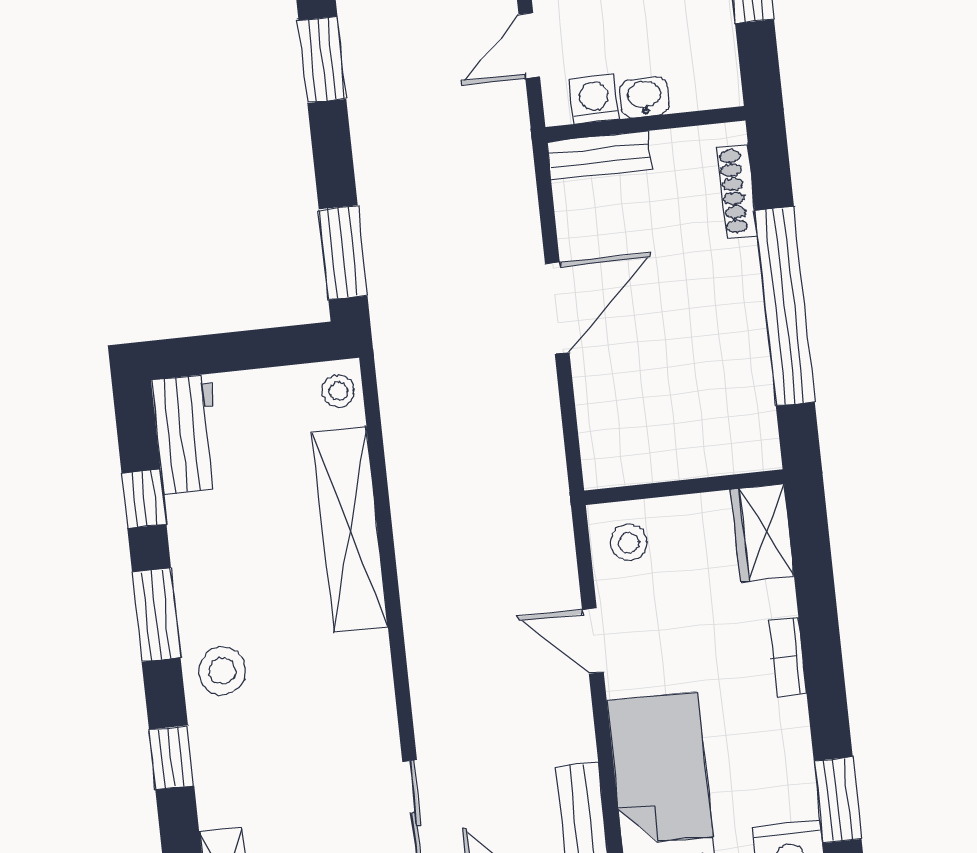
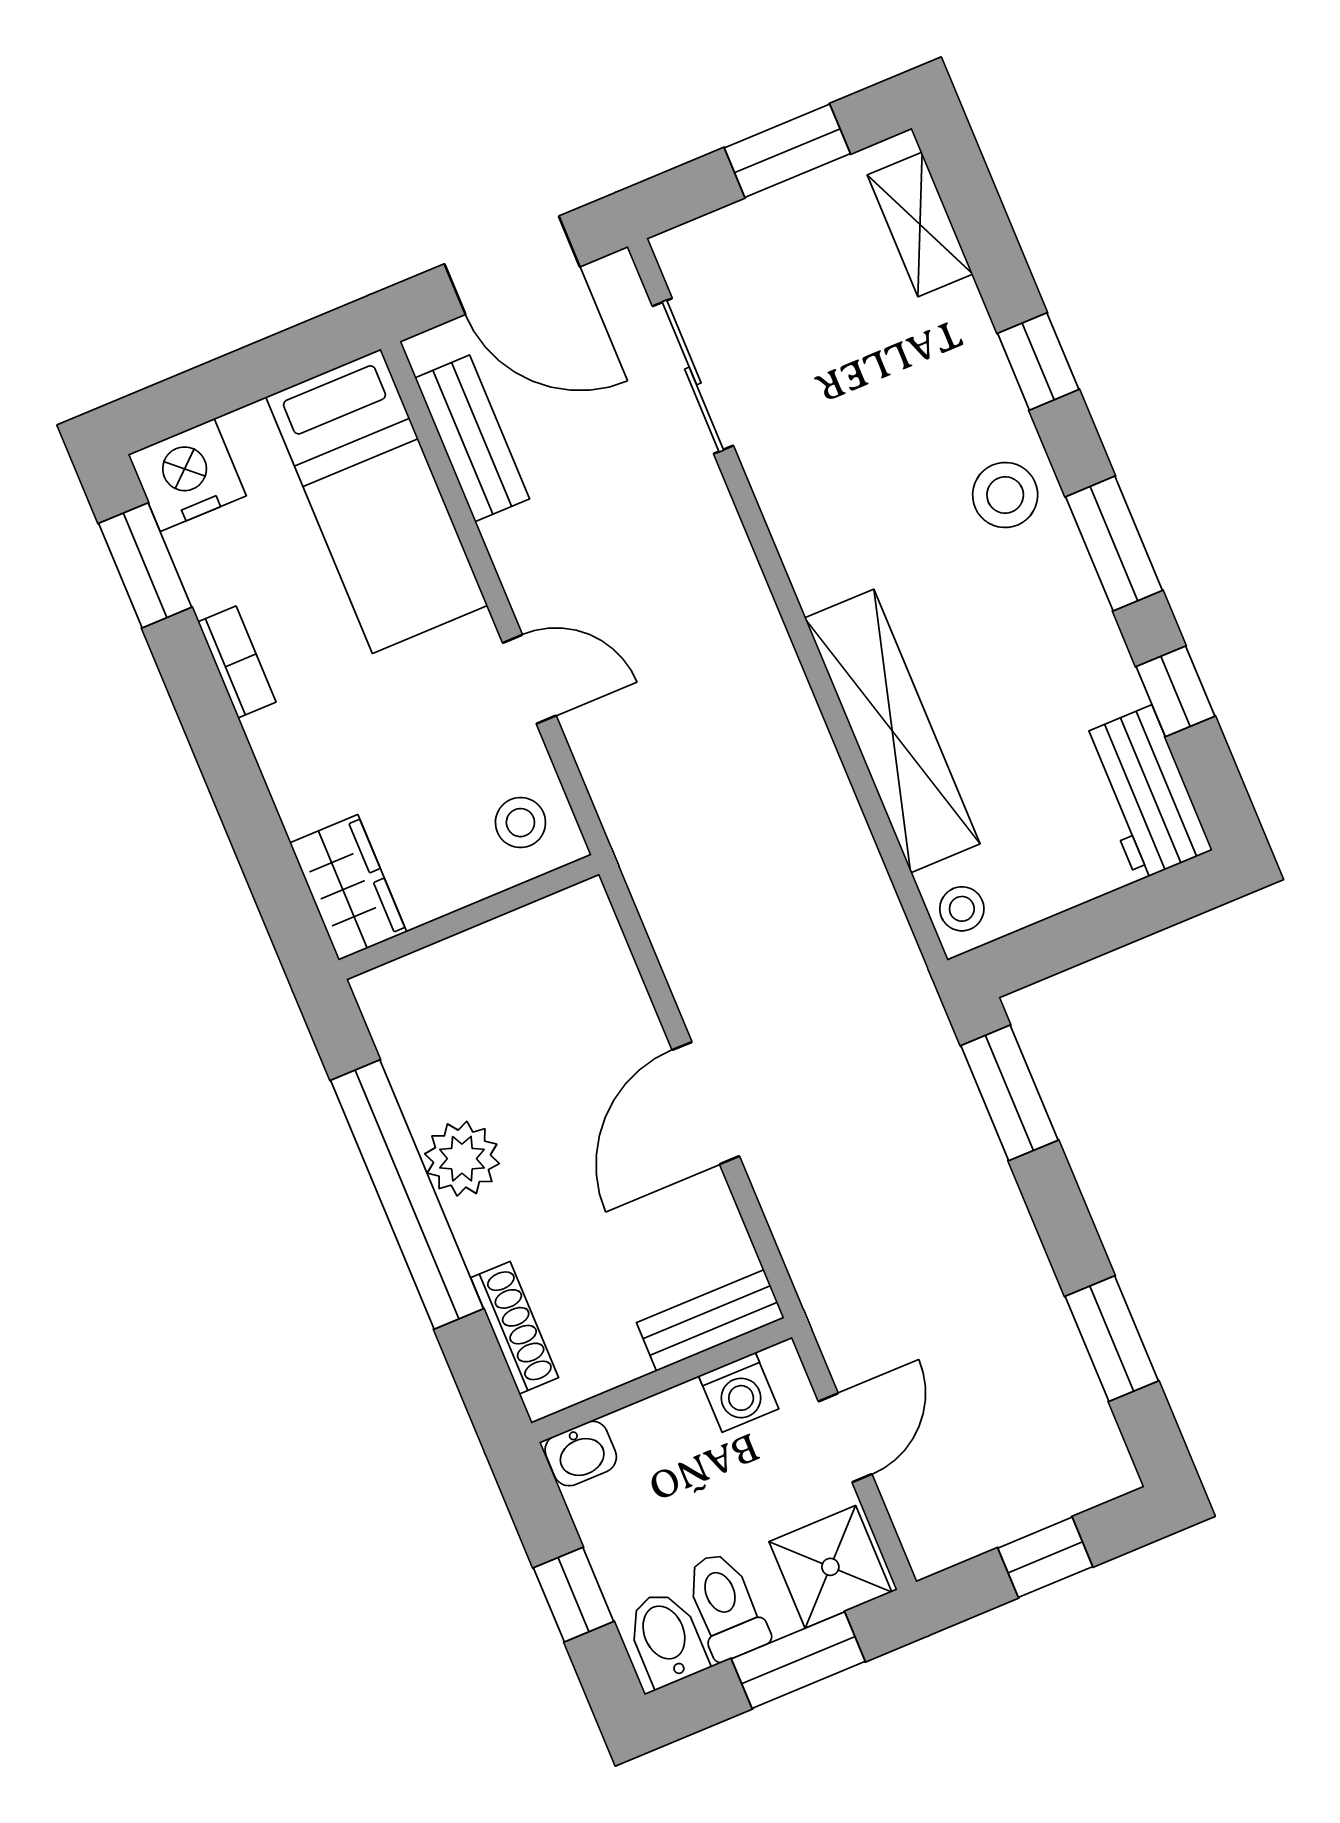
washbasin: (644, 97) -> (581, 1454), moved
plant: (739, 320) -> (462, 1159), added
bookcase: (788, 657) -> (237, 662), moved

